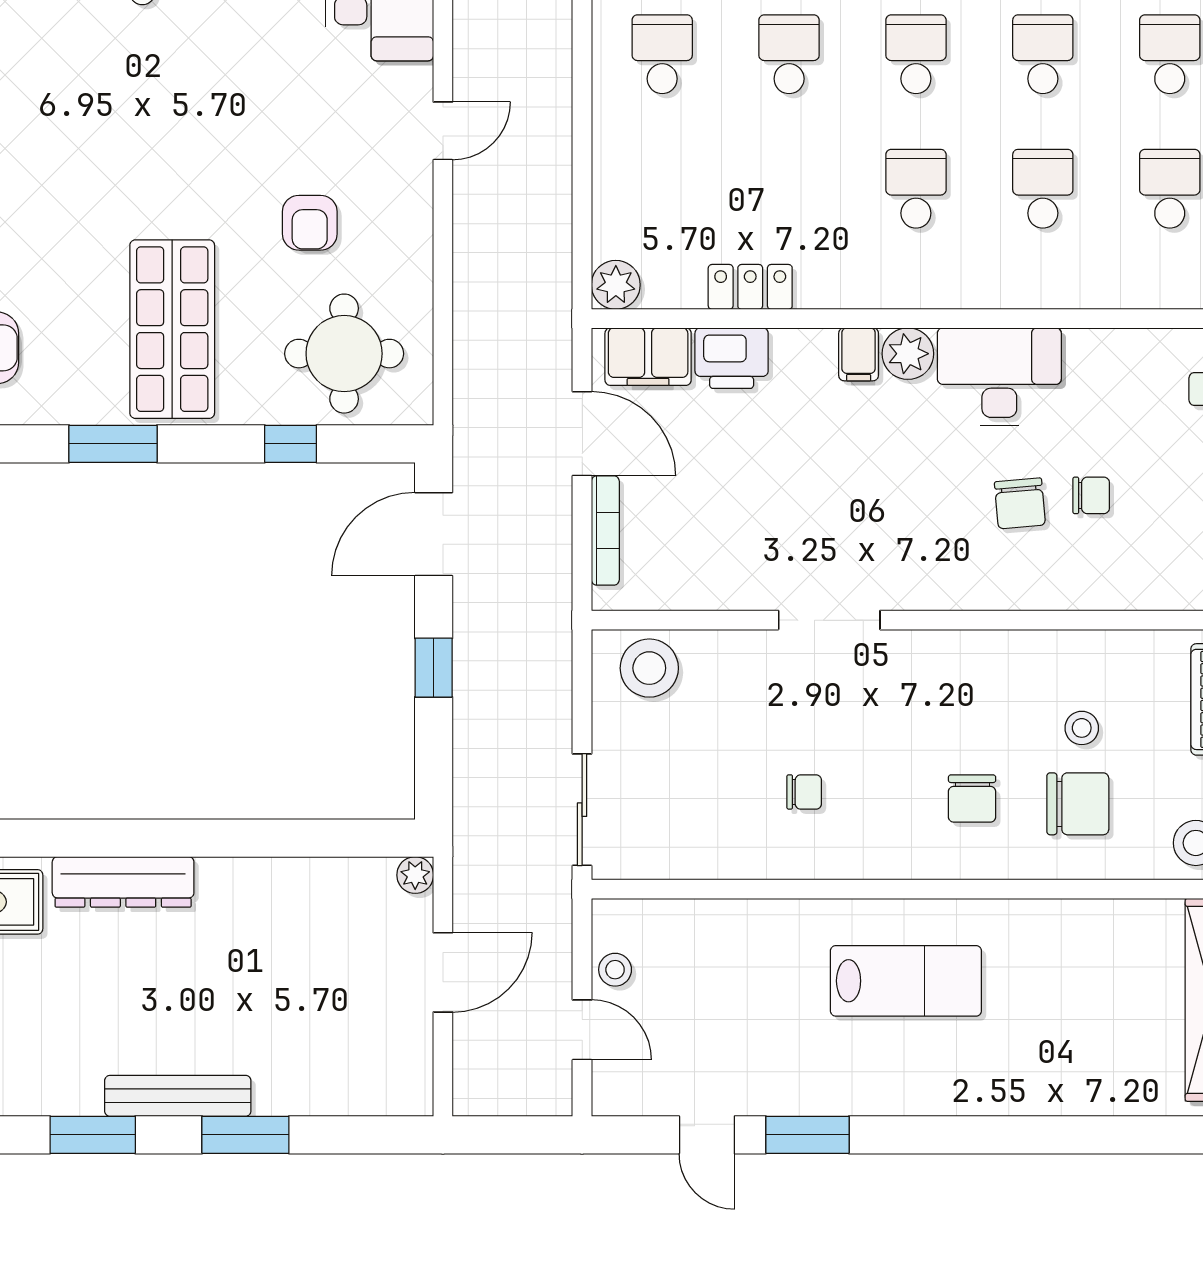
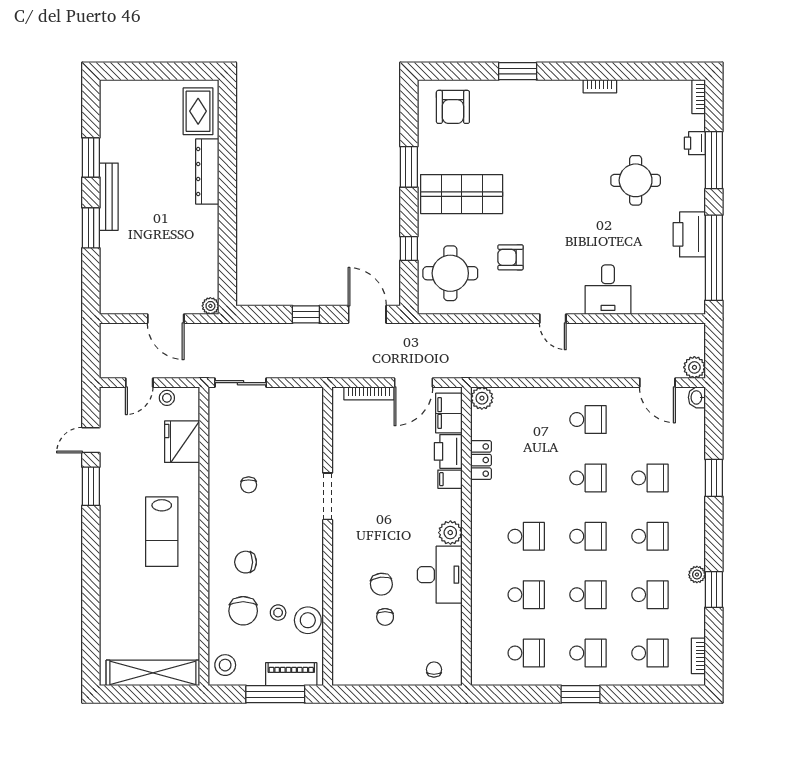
filing cabinet: (859, 354) -> (450, 479), moved
chair: (1020, 503) -> (381, 584), turned -92
stool: (649, 668) -> (308, 620), moved
fridge: (710, 936) -> (182, 442), added

